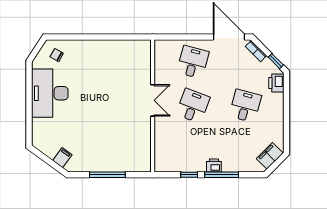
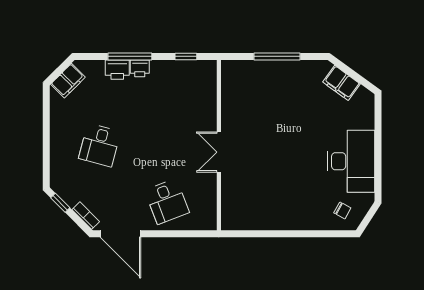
desk: (193, 62) -> (167, 201), turned -36
printer: (276, 83) -> (117, 70), moved, turned 90
desk: (193, 106) -> (167, 145), removed
filing cabinet: (62, 158) -> (341, 83), width x2.00
window: (189, 175) -> (186, 56), moved

